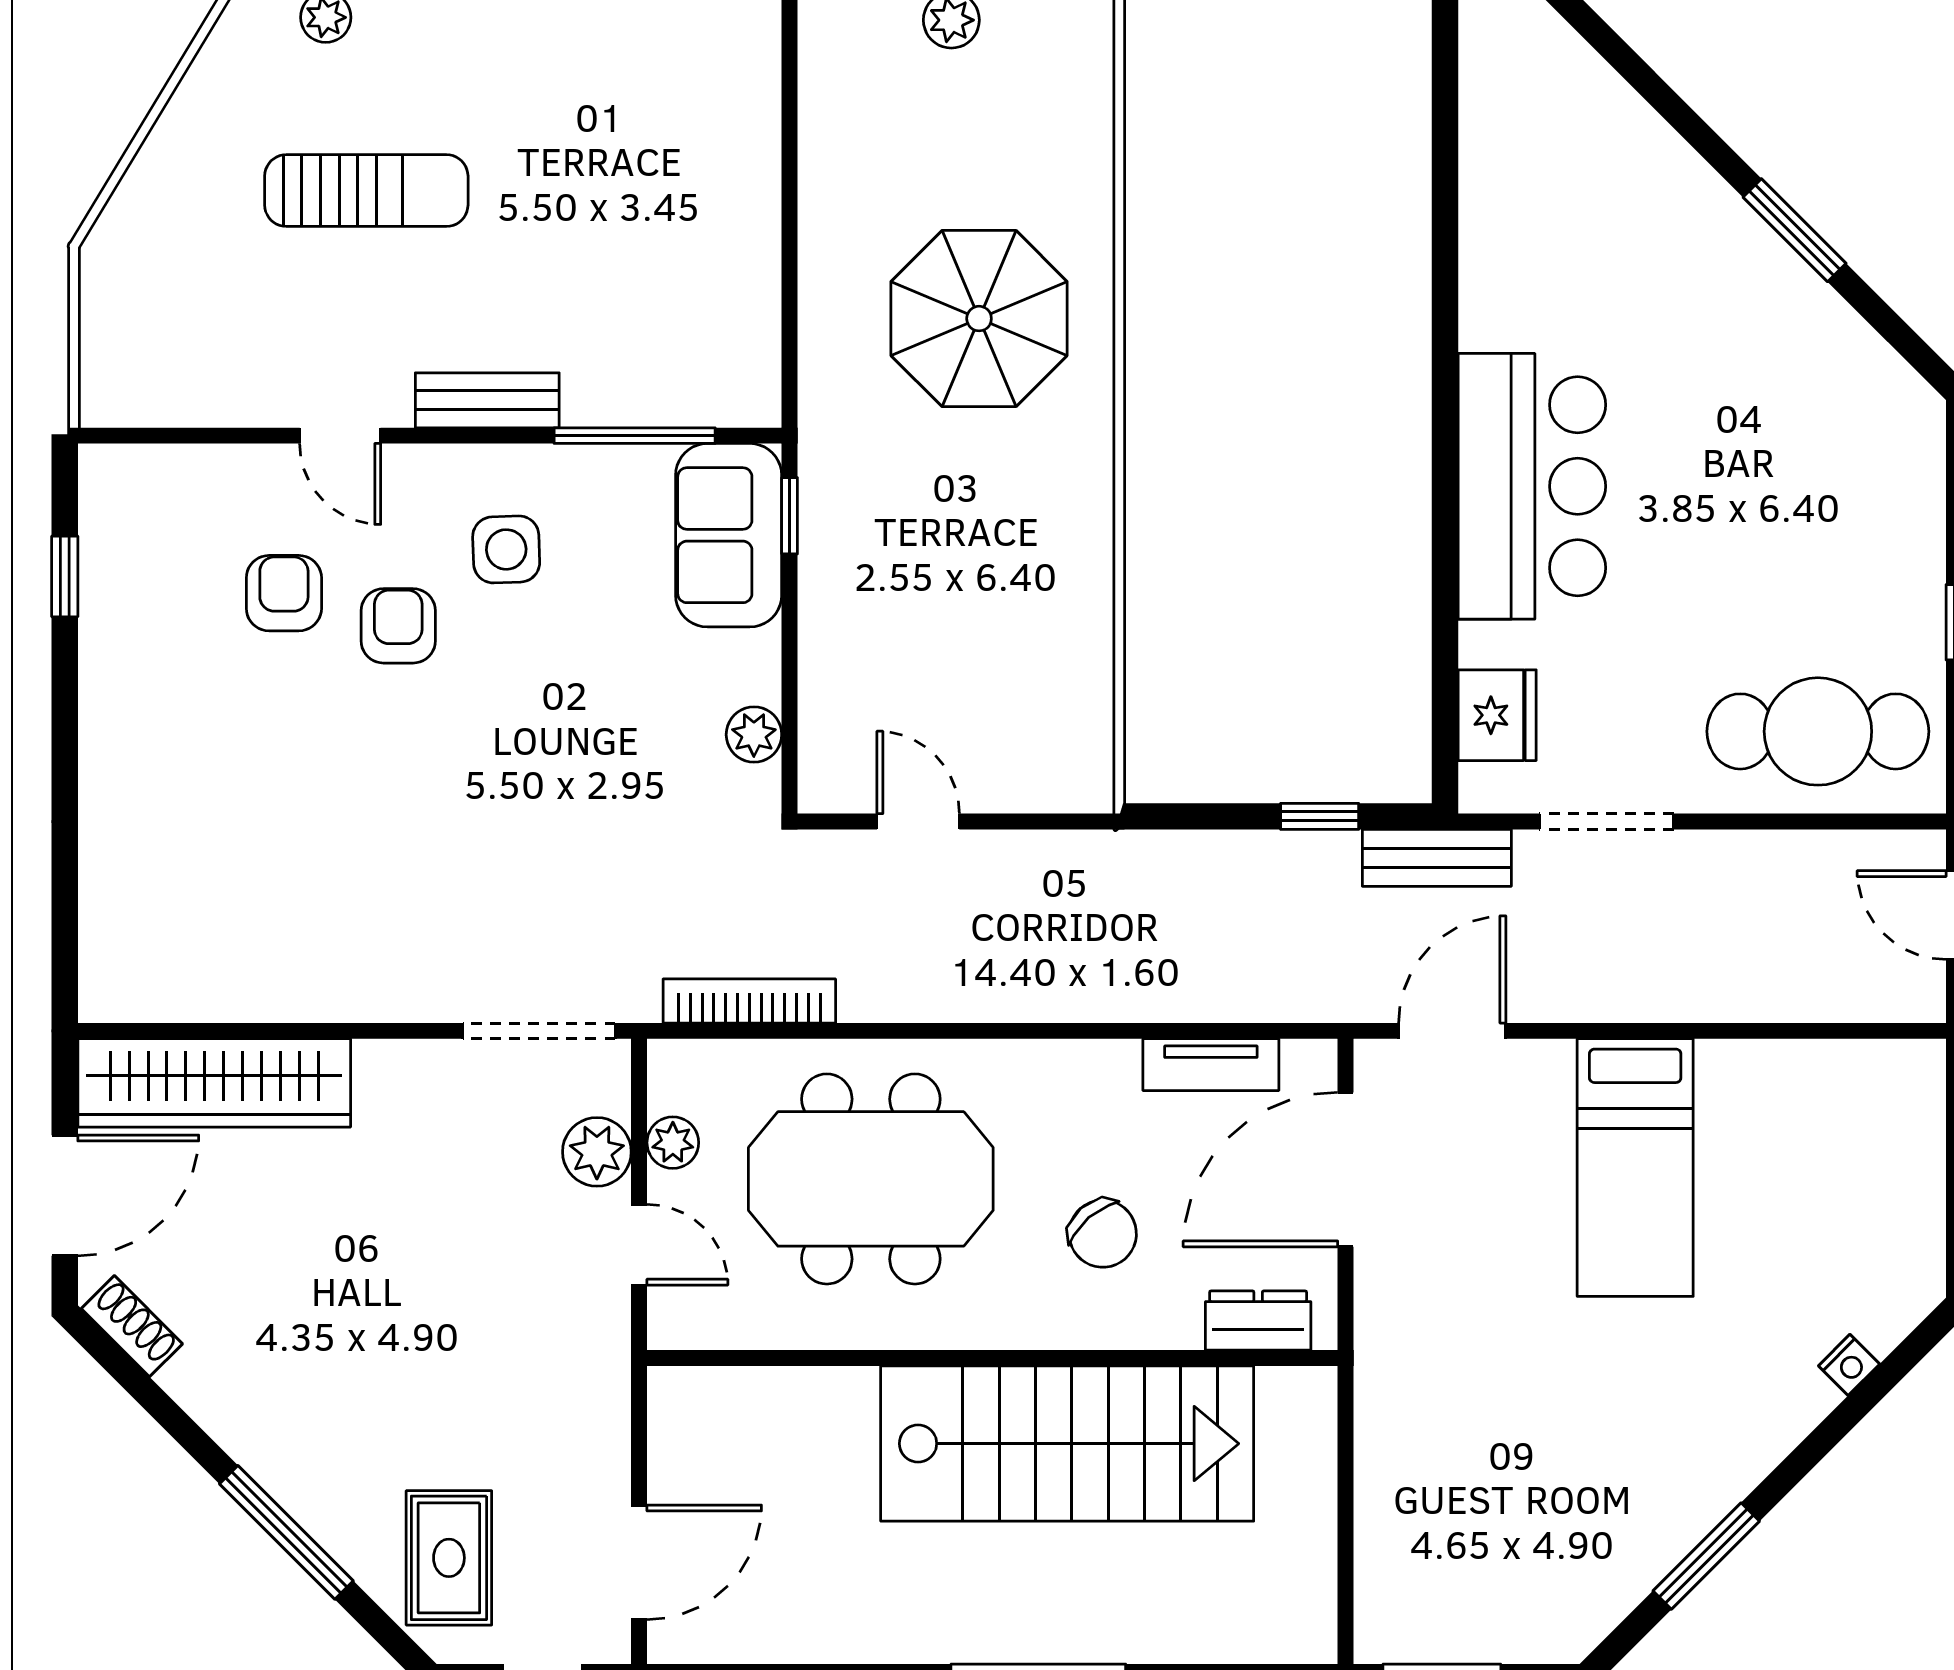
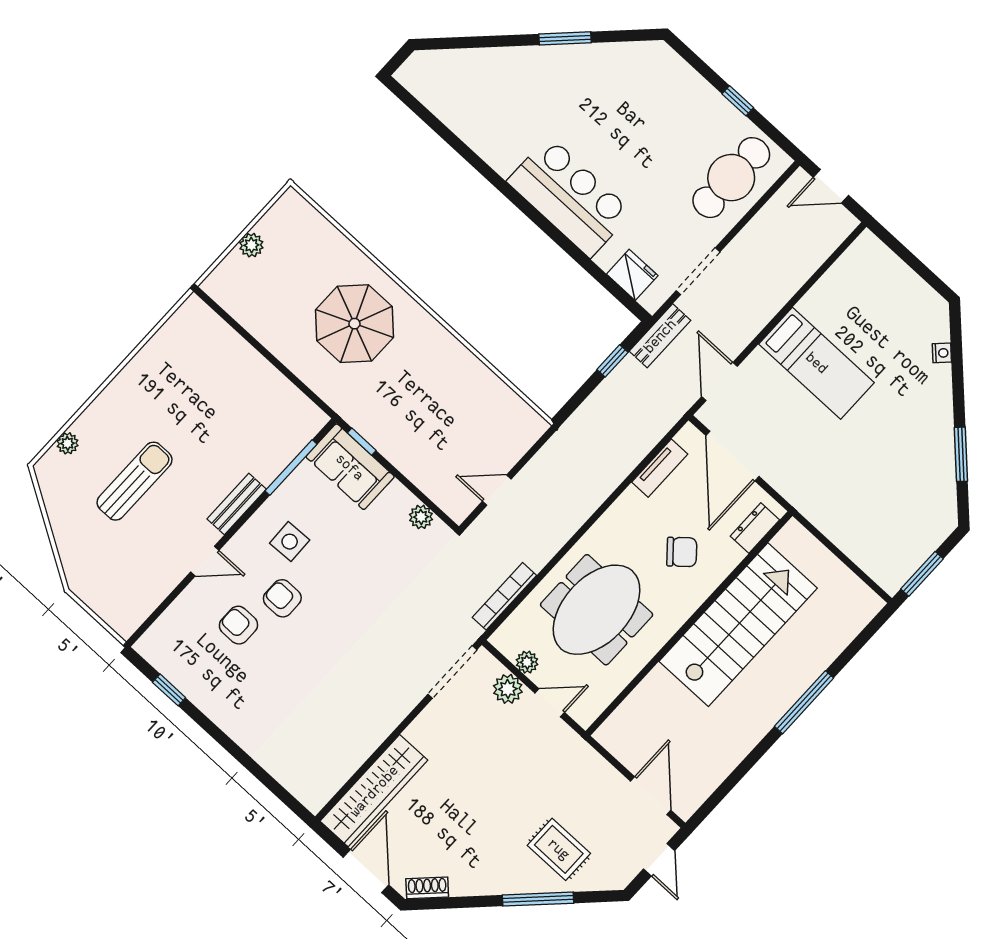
rug: (449, 1558) -> (559, 849), moved

